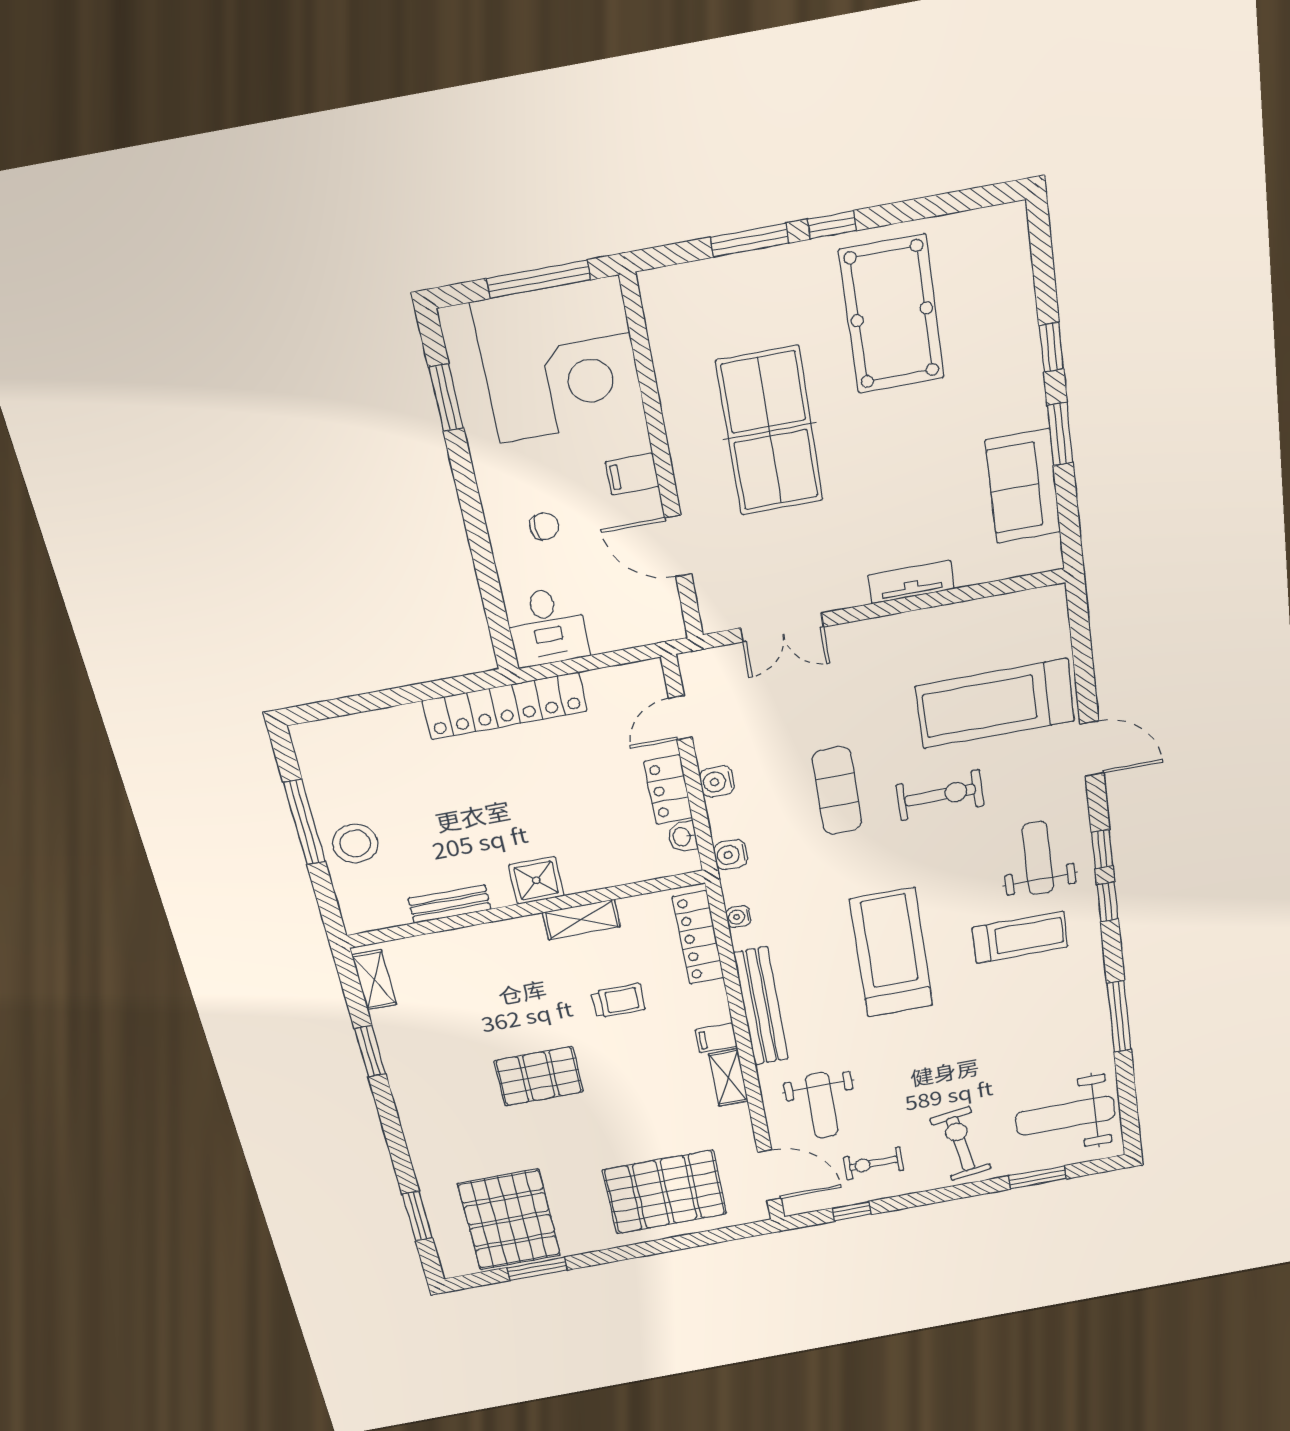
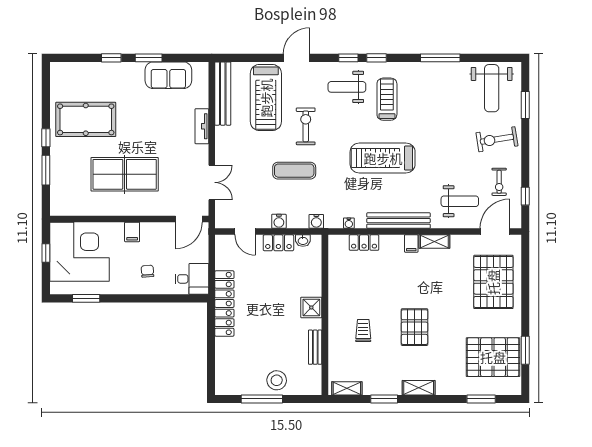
window: (539, 279) -> (46, 253), width x0.46
door: (678, 546) -> (189, 219), moved
bench: (993, 612) -> (223, 94), added
shelving: (581, 920) -> (419, 388), moved, turned 90
locker: (698, 938) -> (364, 243), width x0.66
trolley: (619, 1001) -> (363, 331), moved

